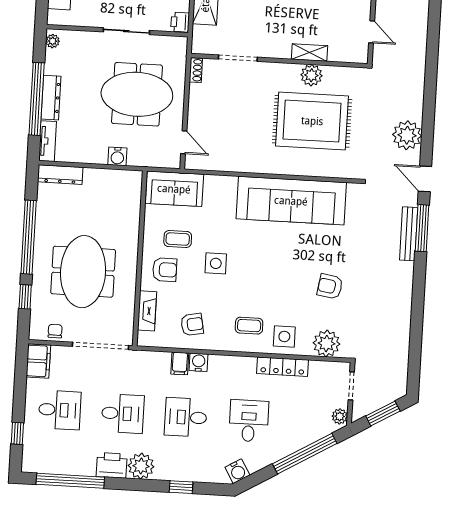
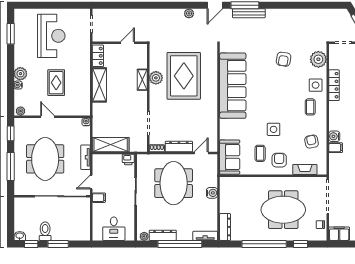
dresser: (51, 98) -> (163, 235), moved
dresser: (196, 106) -> (179, 147), added
plant: (407, 135) -> (189, 13), width x0.53, depth x0.53

